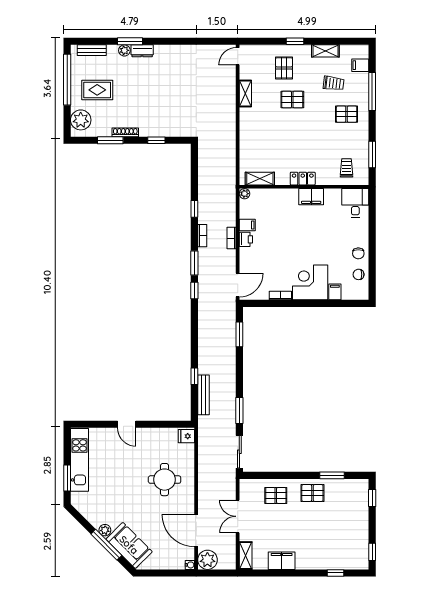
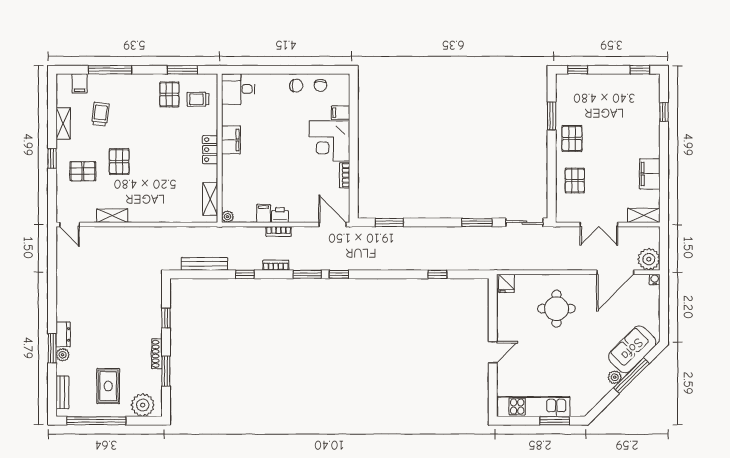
pallet: (347, 114) -> (169, 94), moved
bench: (203, 395) -> (204, 264), moved

